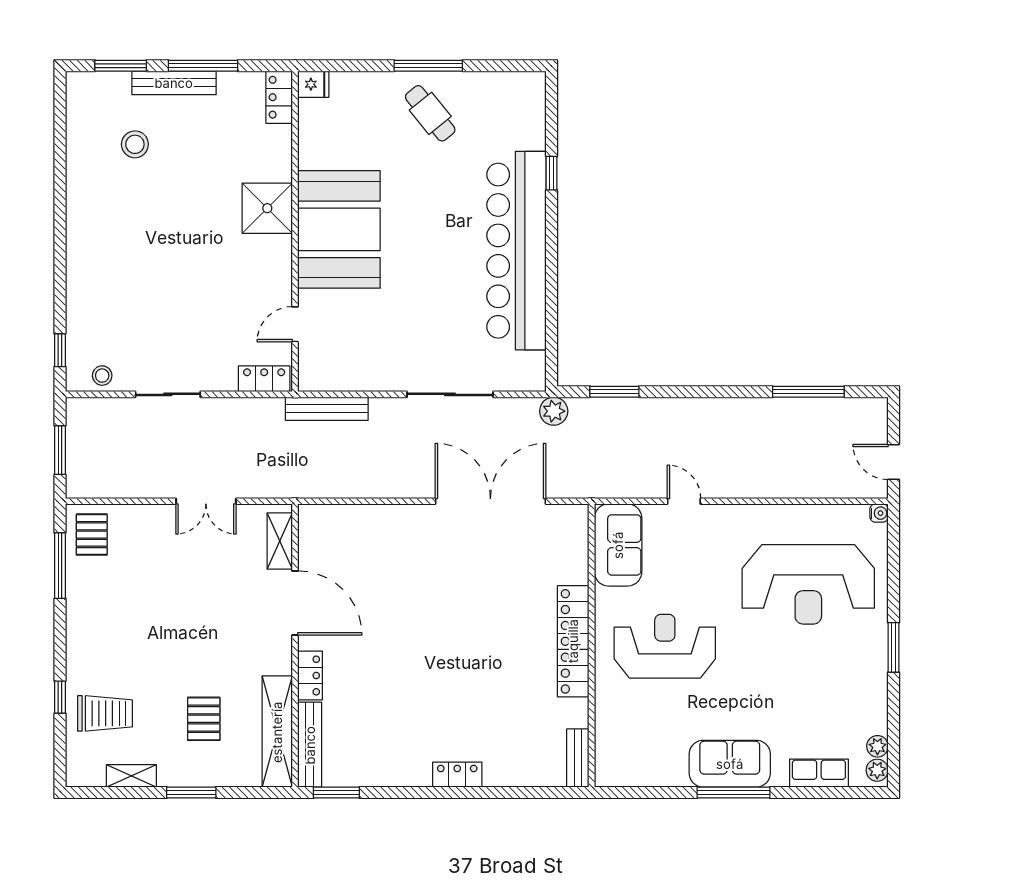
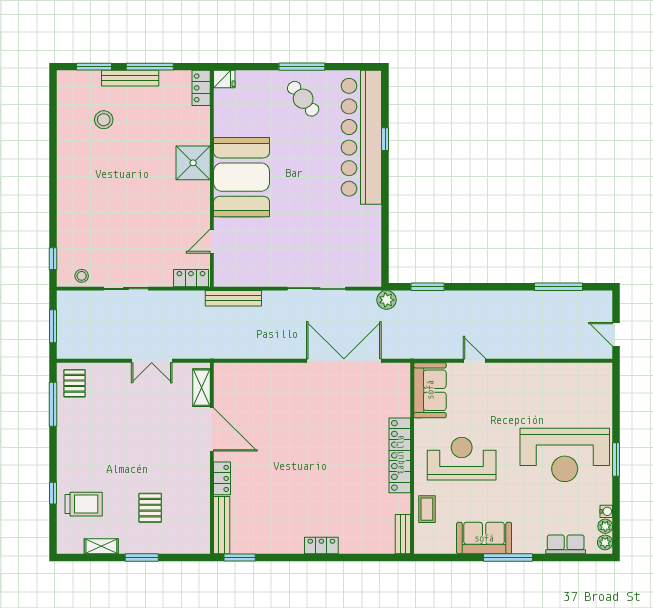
bar counter: (517, 251) -> (361, 137), moved
water cooler: (879, 513) -> (606, 511), moved
reception desk: (808, 584) -> (565, 455), moved
coffee table: (614, 721) -> (427, 509), added
shelving: (277, 732) -> (200, 516), removed
sofa: (730, 764) -> (484, 538), moved

